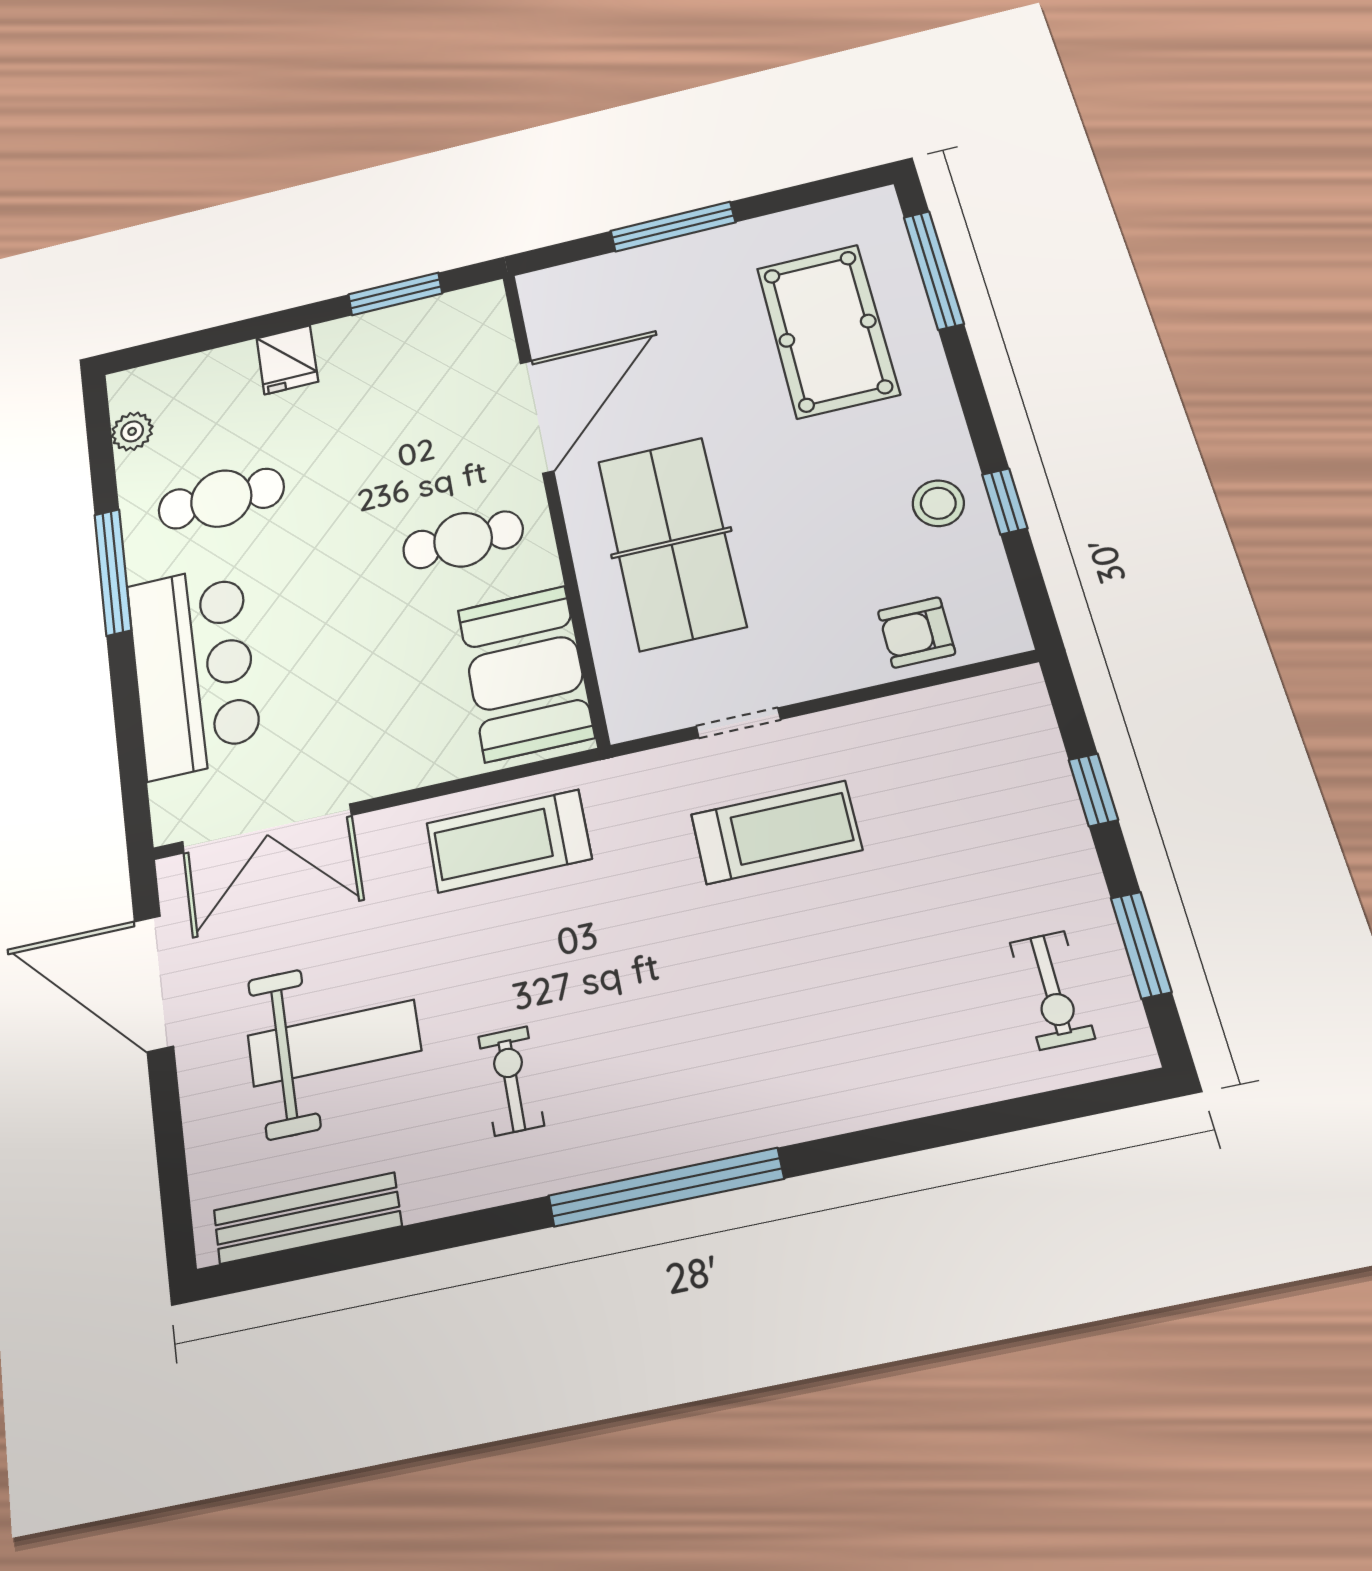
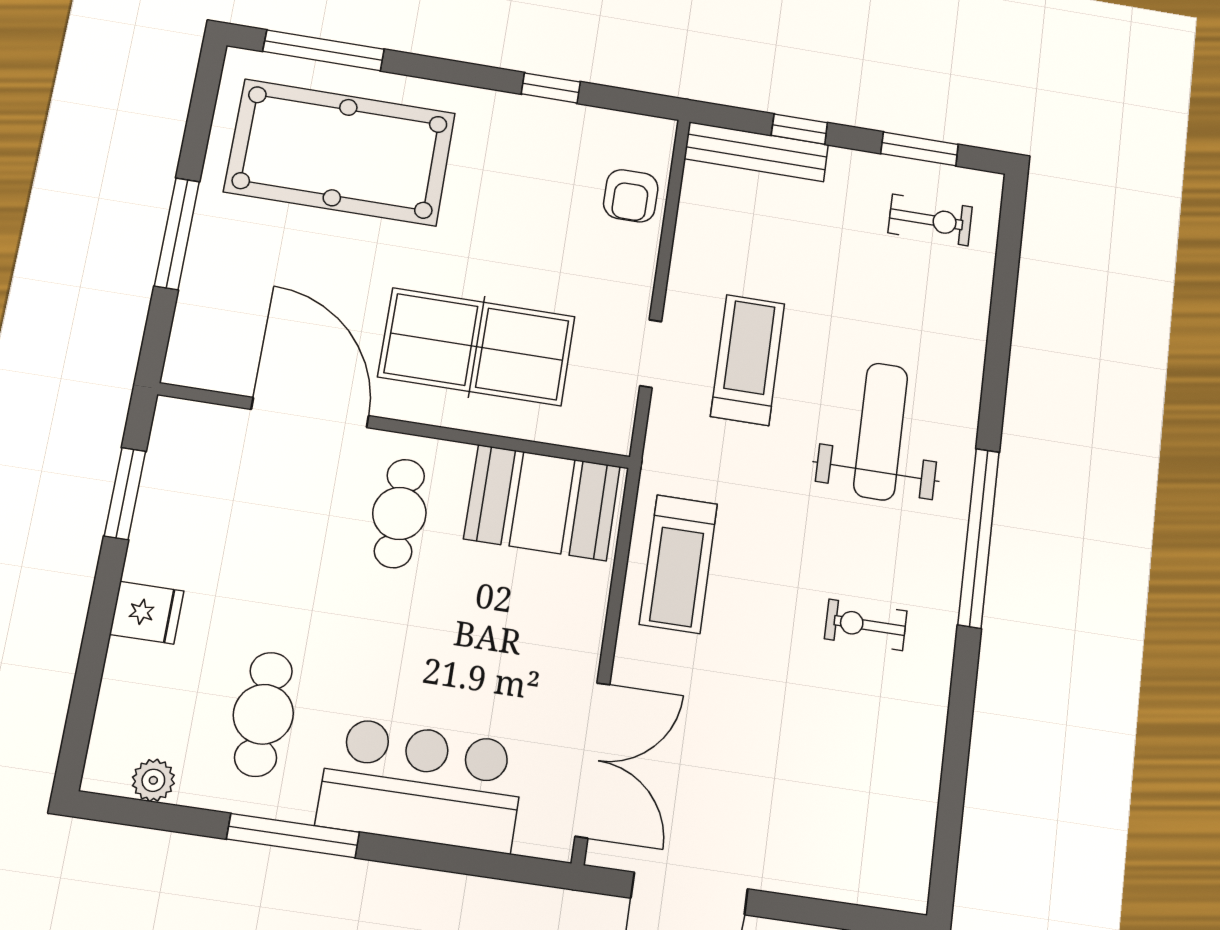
pool table: (828, 331) -> (340, 152), width x1.36, depth x1.32
stool: (938, 503) -> (531, 135), removed
weight bench: (334, 1043) -> (881, 431), moved
bench: (307, 1218) -> (756, 152), moved, turned 90

